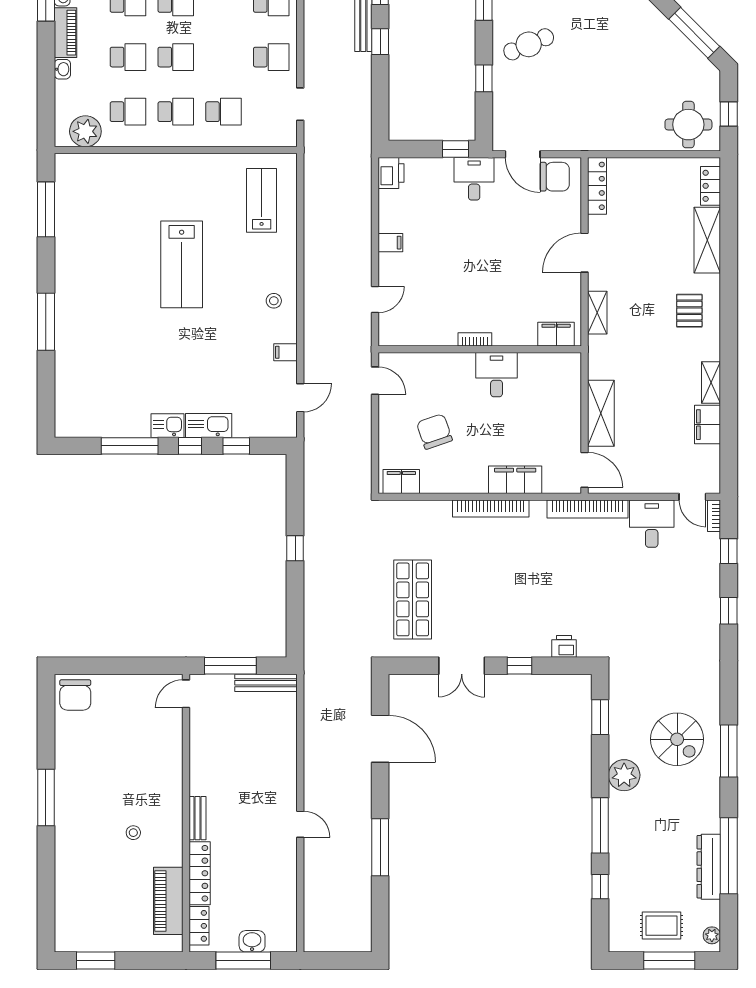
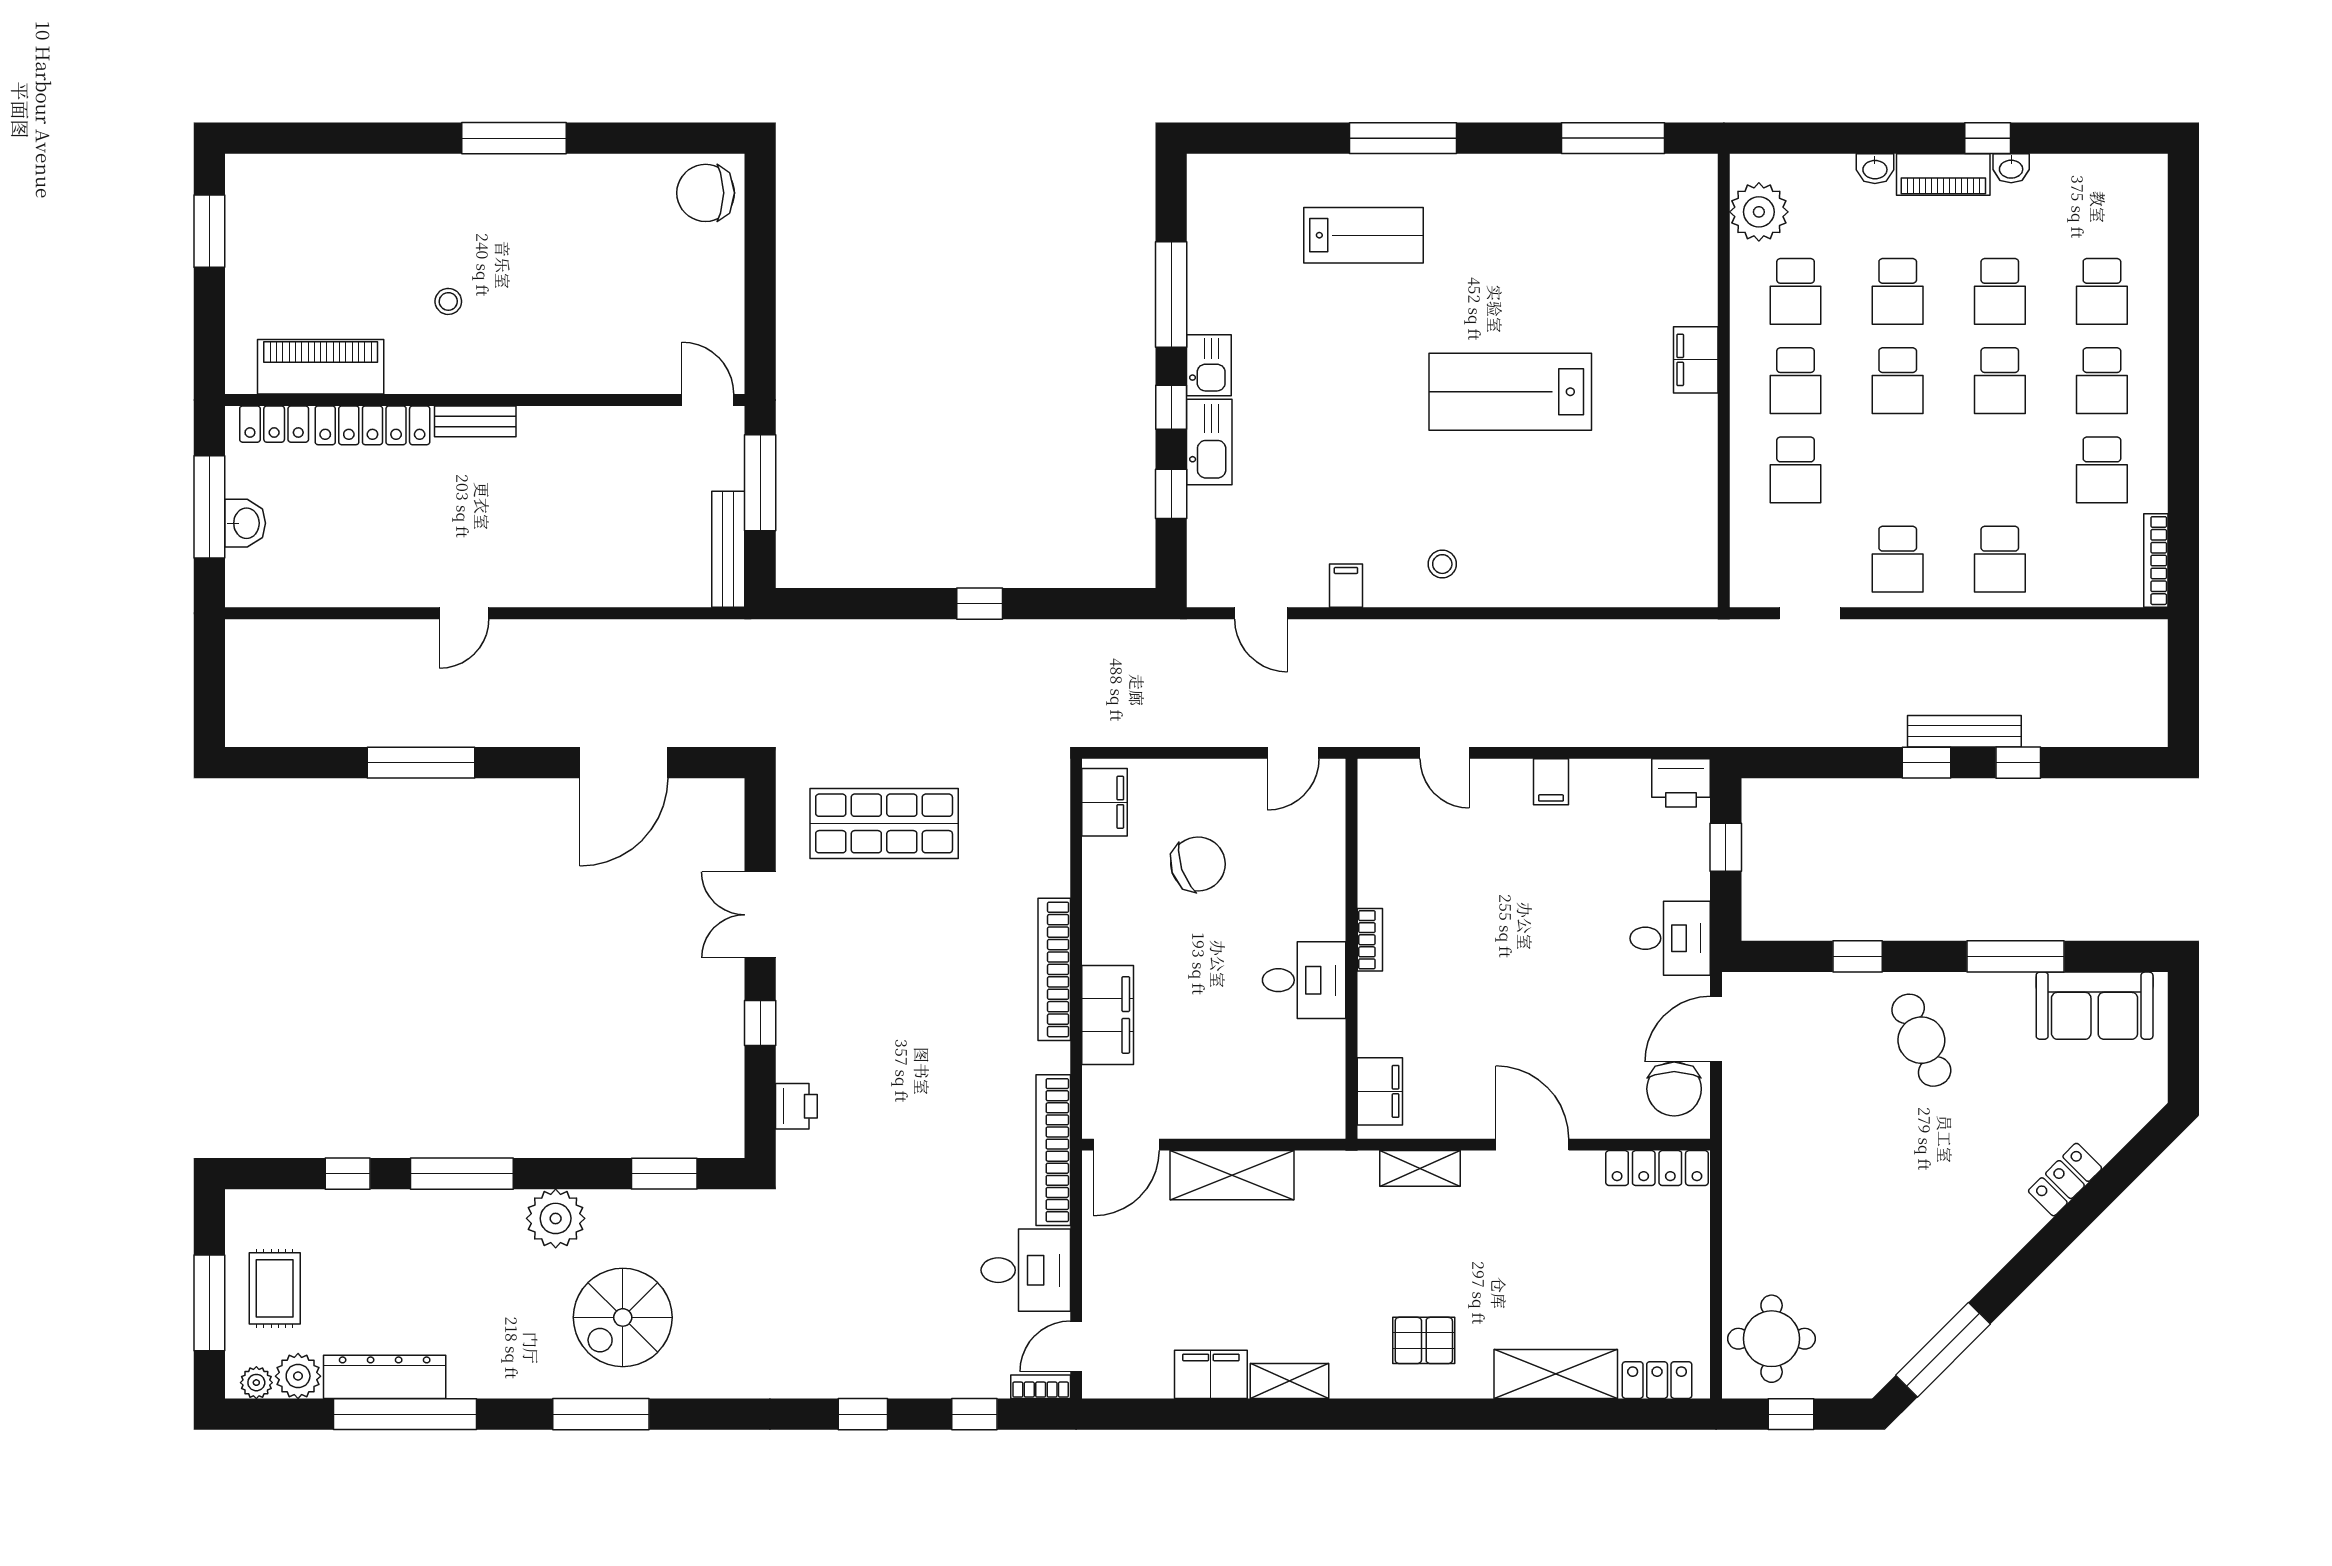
window: (455, 149) -> (1726, 847), moved
filing cabinet: (165, 165) -> (1696, 360), added
lab bench: (262, 200) -> (1364, 235), moved
plant: (708, 913) -> (298, 1376), added

